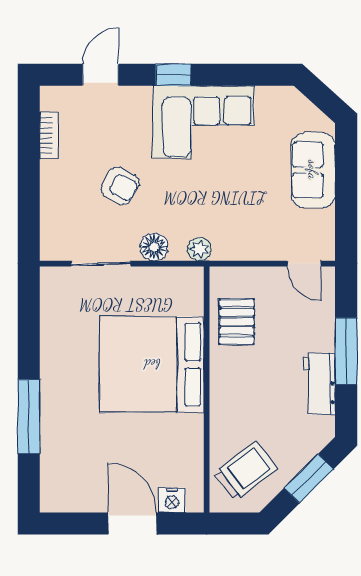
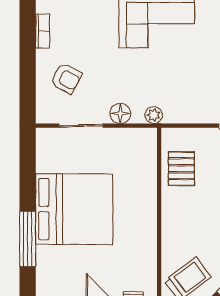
armchair: (120, 186) -> (66, 78), moved
bed: (152, 364) -> (74, 209), moved, turned 180

